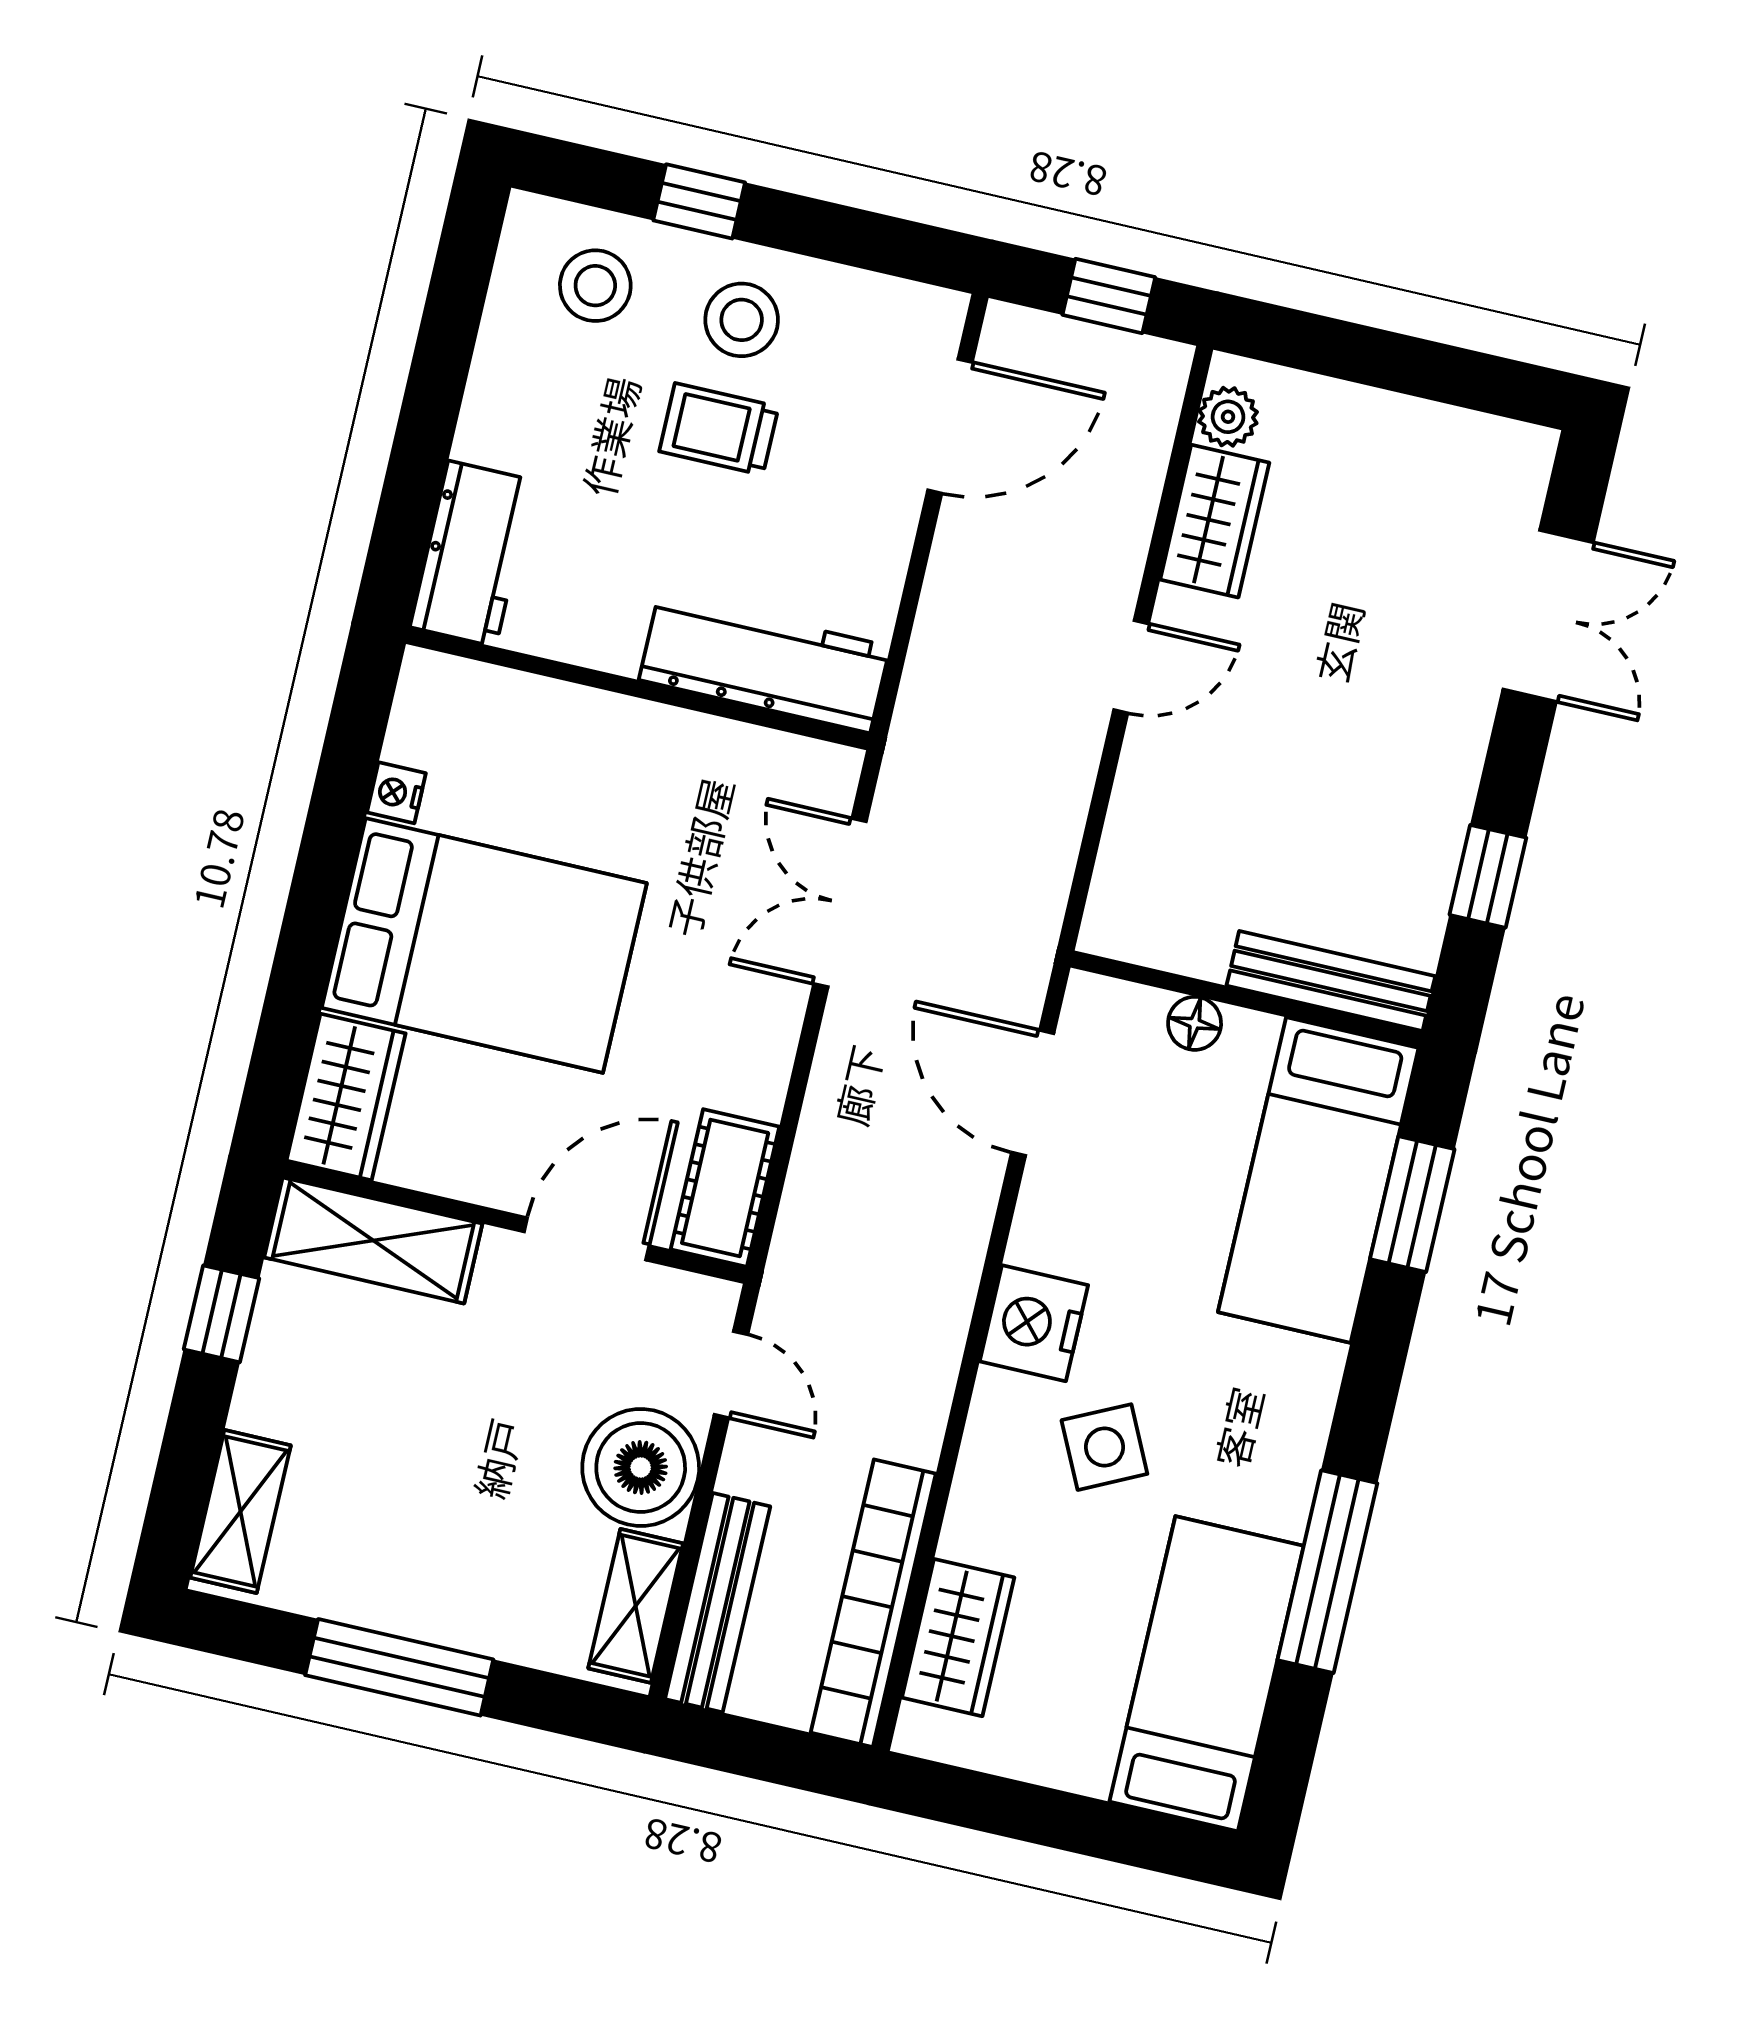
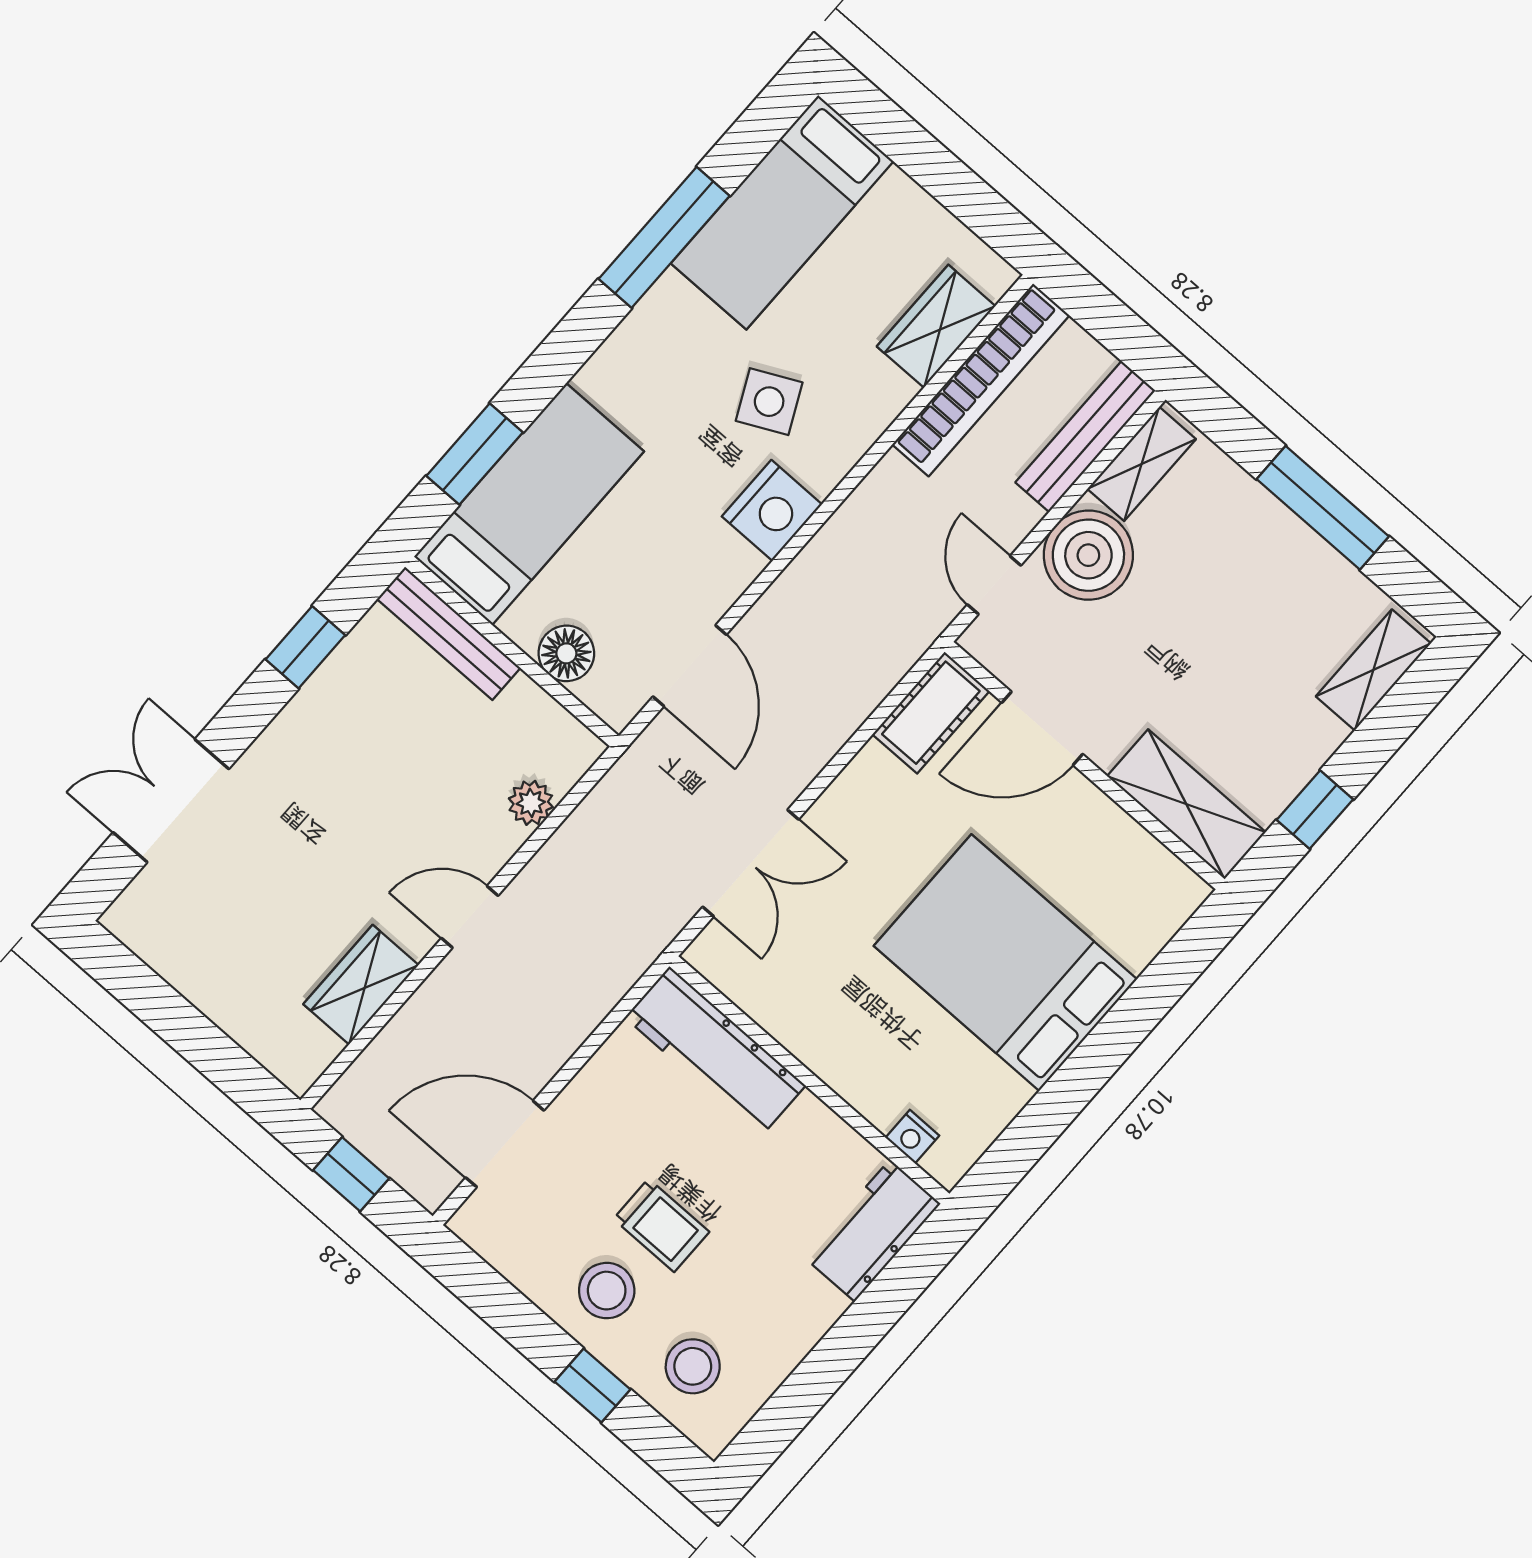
plant: (1228, 417) -> (531, 803), moved
nightstand: (396, 793) -> (912, 1137), moved, turned 90
floor lamp: (1195, 1023) -> (566, 653), width x1.37, depth x1.37
wardrobe: (346, 1097) -> (1153, 911), removed

